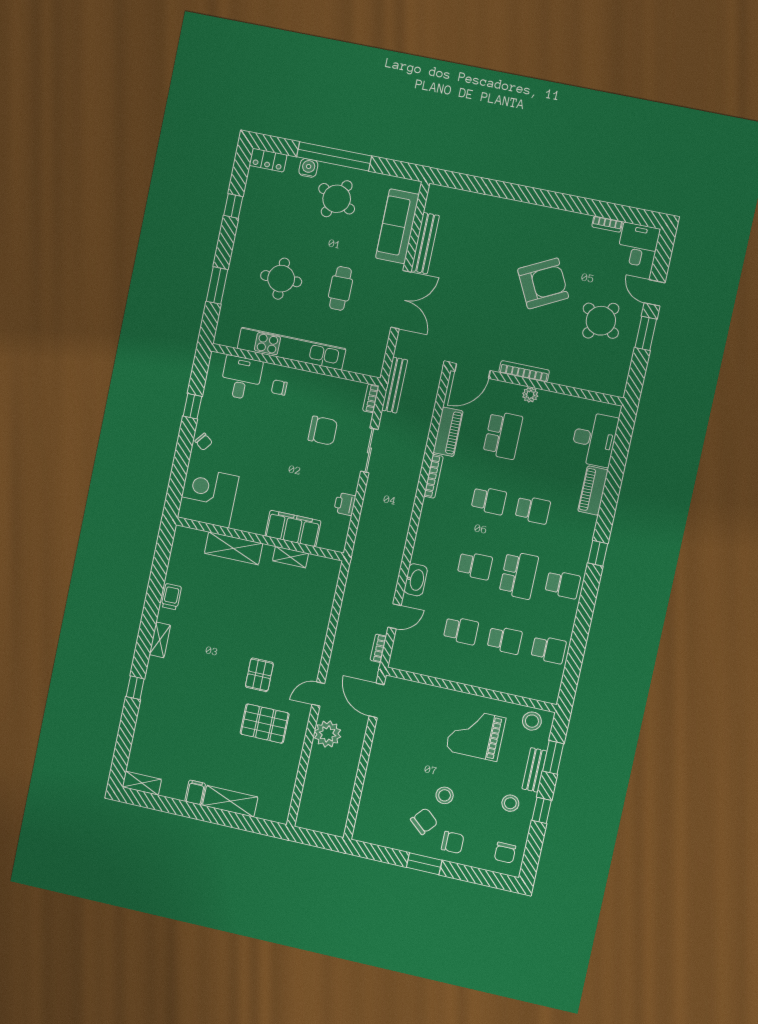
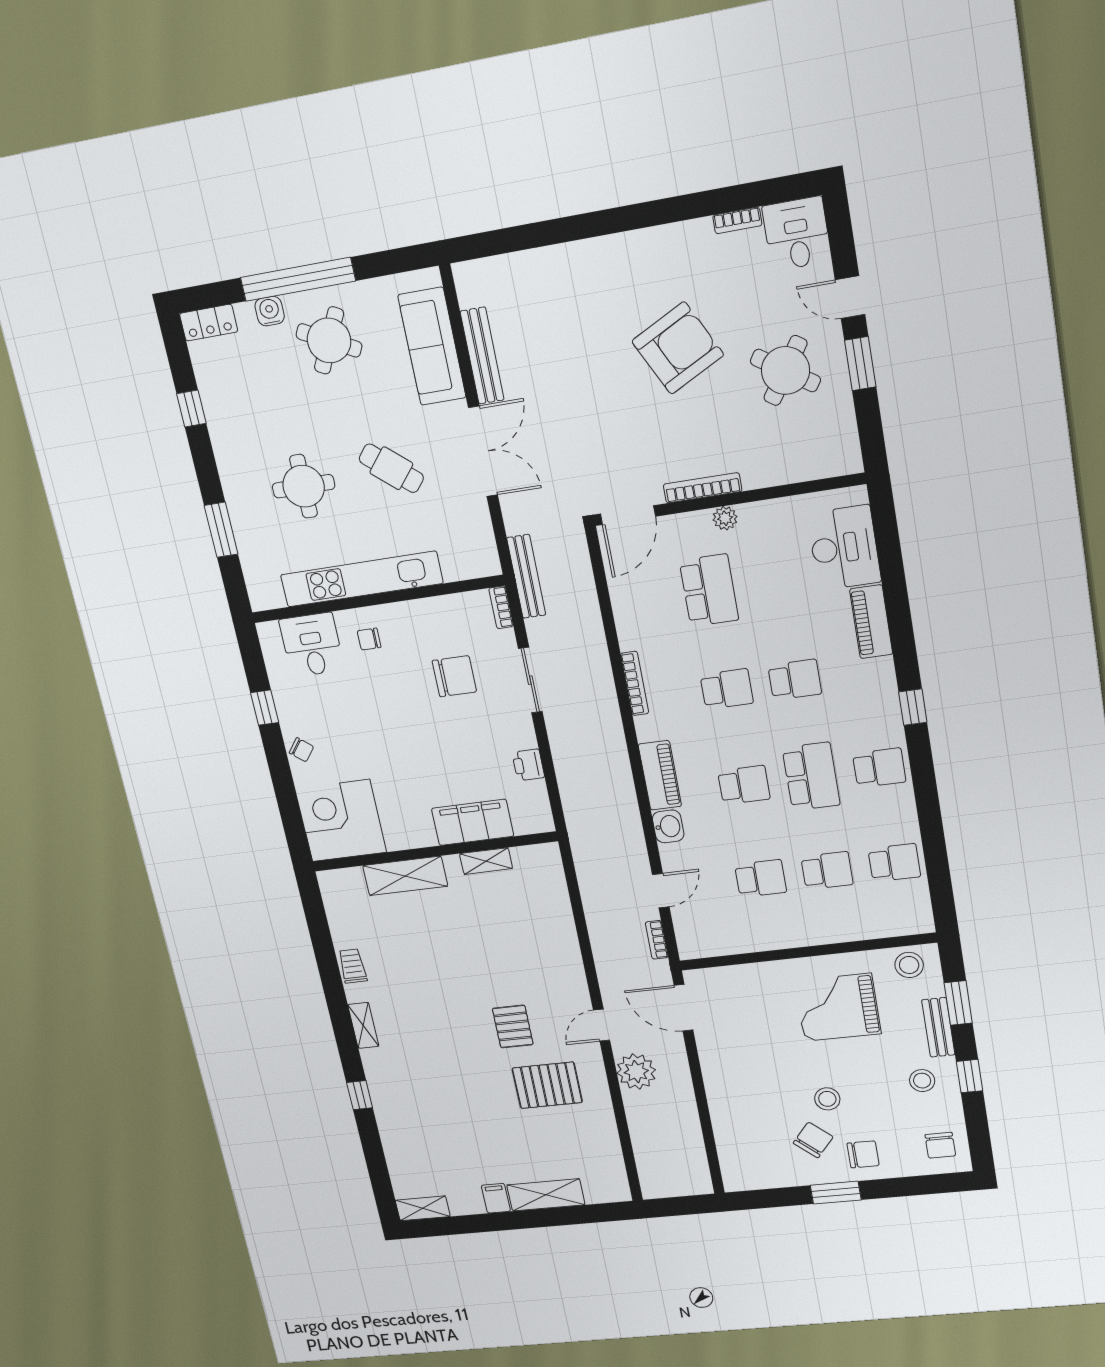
cafe table: (340, 288) -> (391, 468), turned -50
piano: (448, 432) -> (660, 775), moved
washbasin: (416, 580) -> (668, 826), width x0.72

